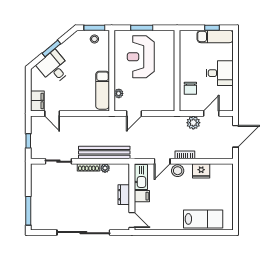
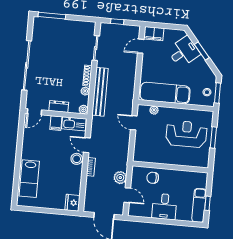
exam couch: (103, 90) -> (165, 93), width x1.36, depth x1.45
plant: (125, 168) -> (83, 109), added
fridge: (201, 171) -> (72, 203), moved

